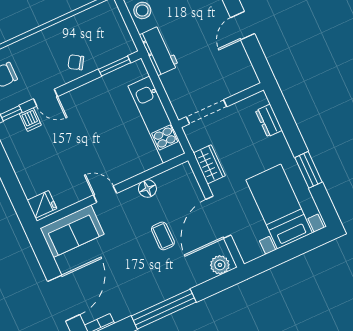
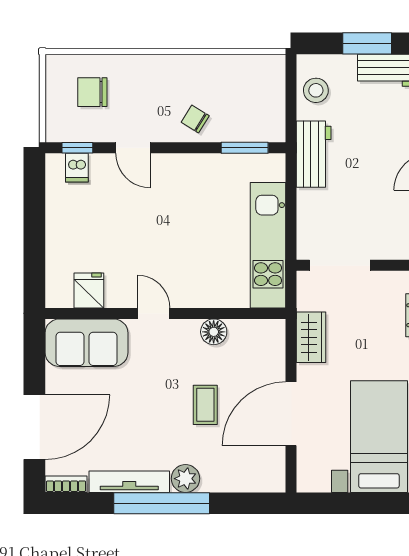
dishwasher: (30, 119) -> (77, 168), moved
fridge: (42, 204) -> (89, 291), moved, turned -90
plant: (220, 265) -> (185, 479), moved
tv unit: (138, 305) -> (129, 482), added

